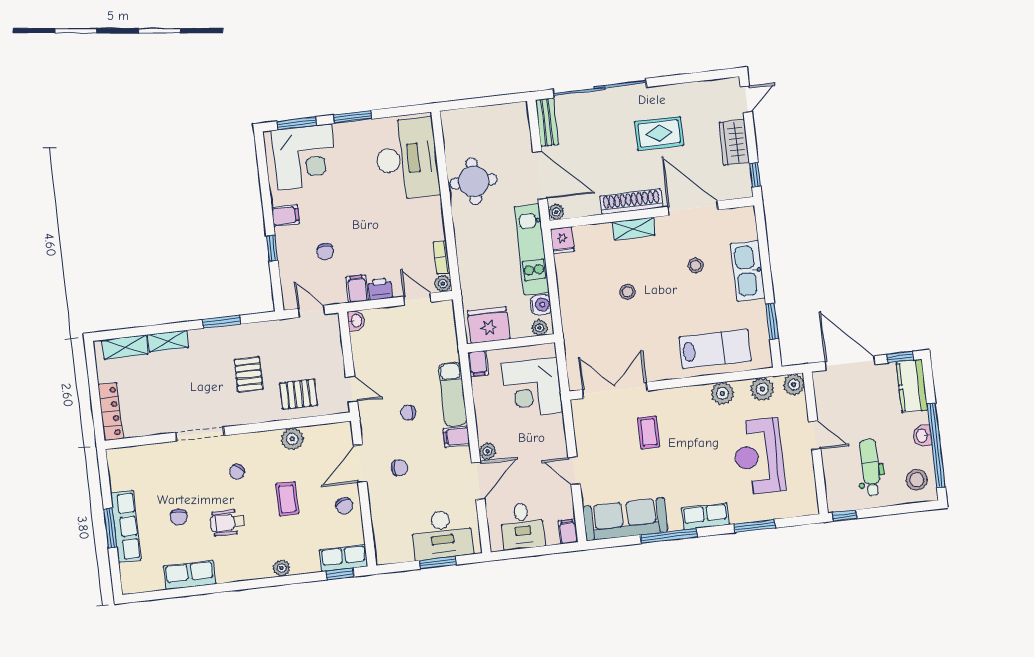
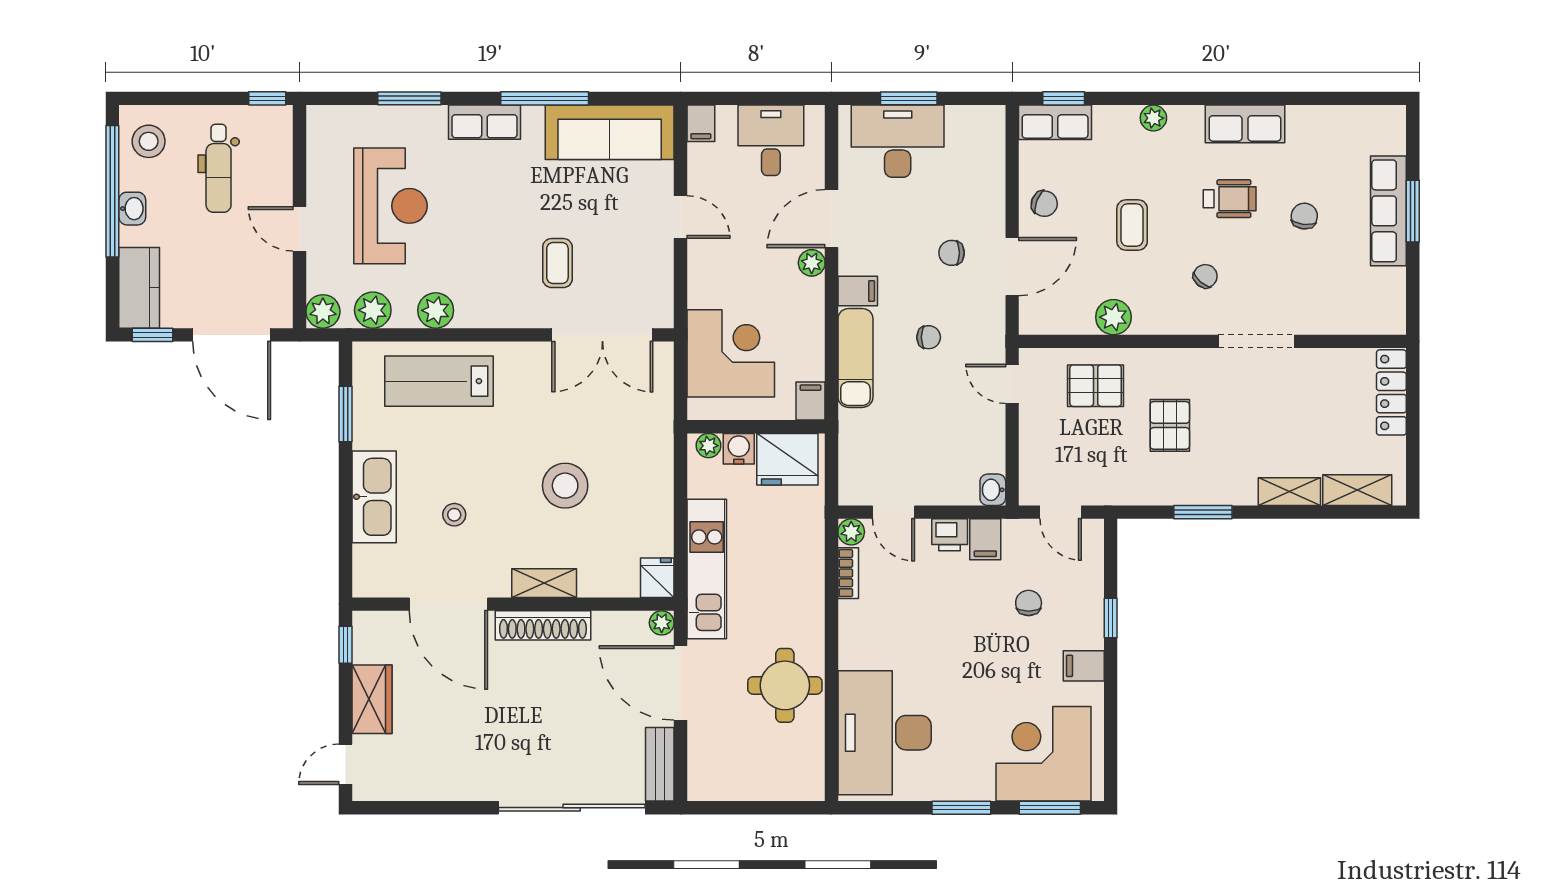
rug: (659, 133) -> (488, 727), removed
stool: (628, 292) -> (565, 486), width x1.89, depth x1.89
water cooler: (541, 305) -> (739, 449), moved, turned 90
chair: (344, 506) -> (1044, 204), turned 130
row of seats: (190, 575) -> (1245, 124), moved

